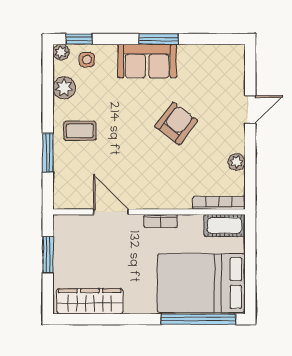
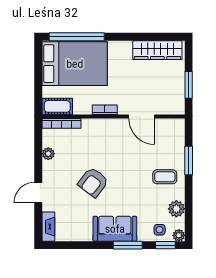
window: (159, 39) -> (128, 245), moved
fireplace: (237, 64) -> (48, 227), added

